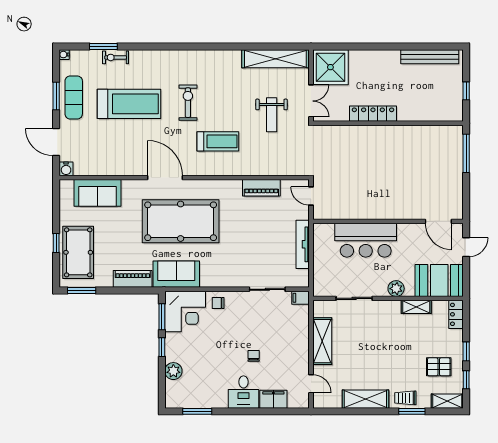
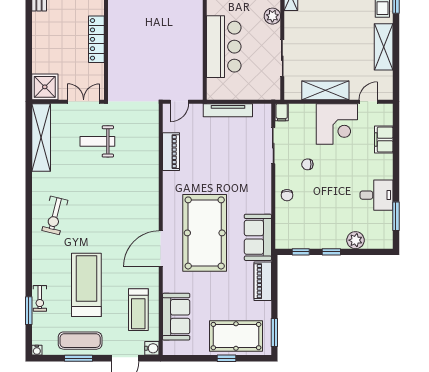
shower: (330, 67) -> (45, 87), width x0.73, depth x0.73
exercise bike: (188, 103) -> (55, 215), moved, turned -76
weight bench: (272, 115) -> (97, 141), turned 180
treadmill: (218, 141) -> (138, 310), moved, turned 180
corner desk: (185, 311) -> (337, 124), moved, turned 90
window: (162, 317) -> (301, 252), width x0.67
chair: (254, 356) -> (307, 164), moved
desk: (244, 392) -> (377, 195), moved

